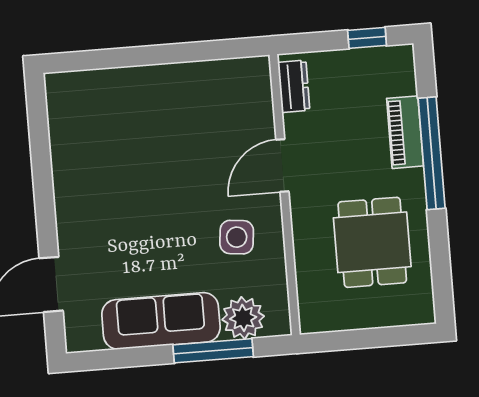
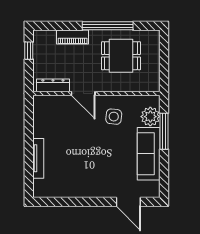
tv unit: (131, 78) -> (38, 158), added
dresser: (294, 86) -> (53, 85), width x1.44
window: (432, 153) -> (108, 26), moved

